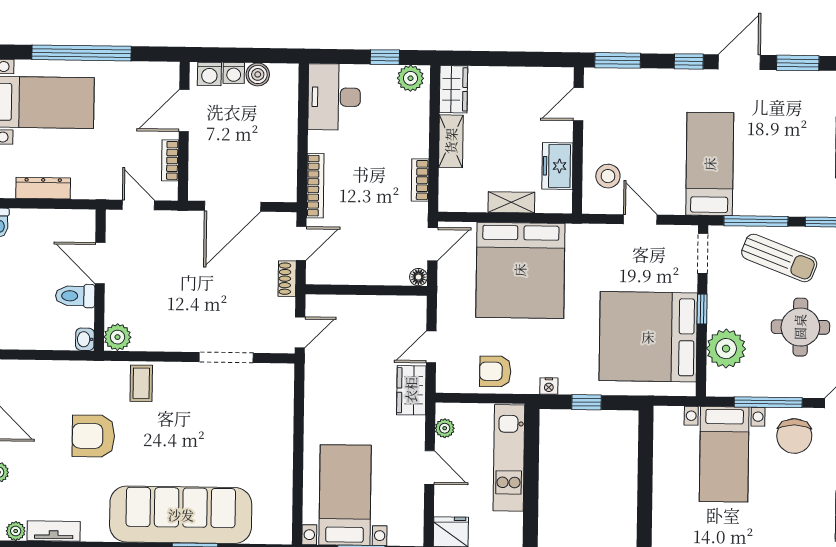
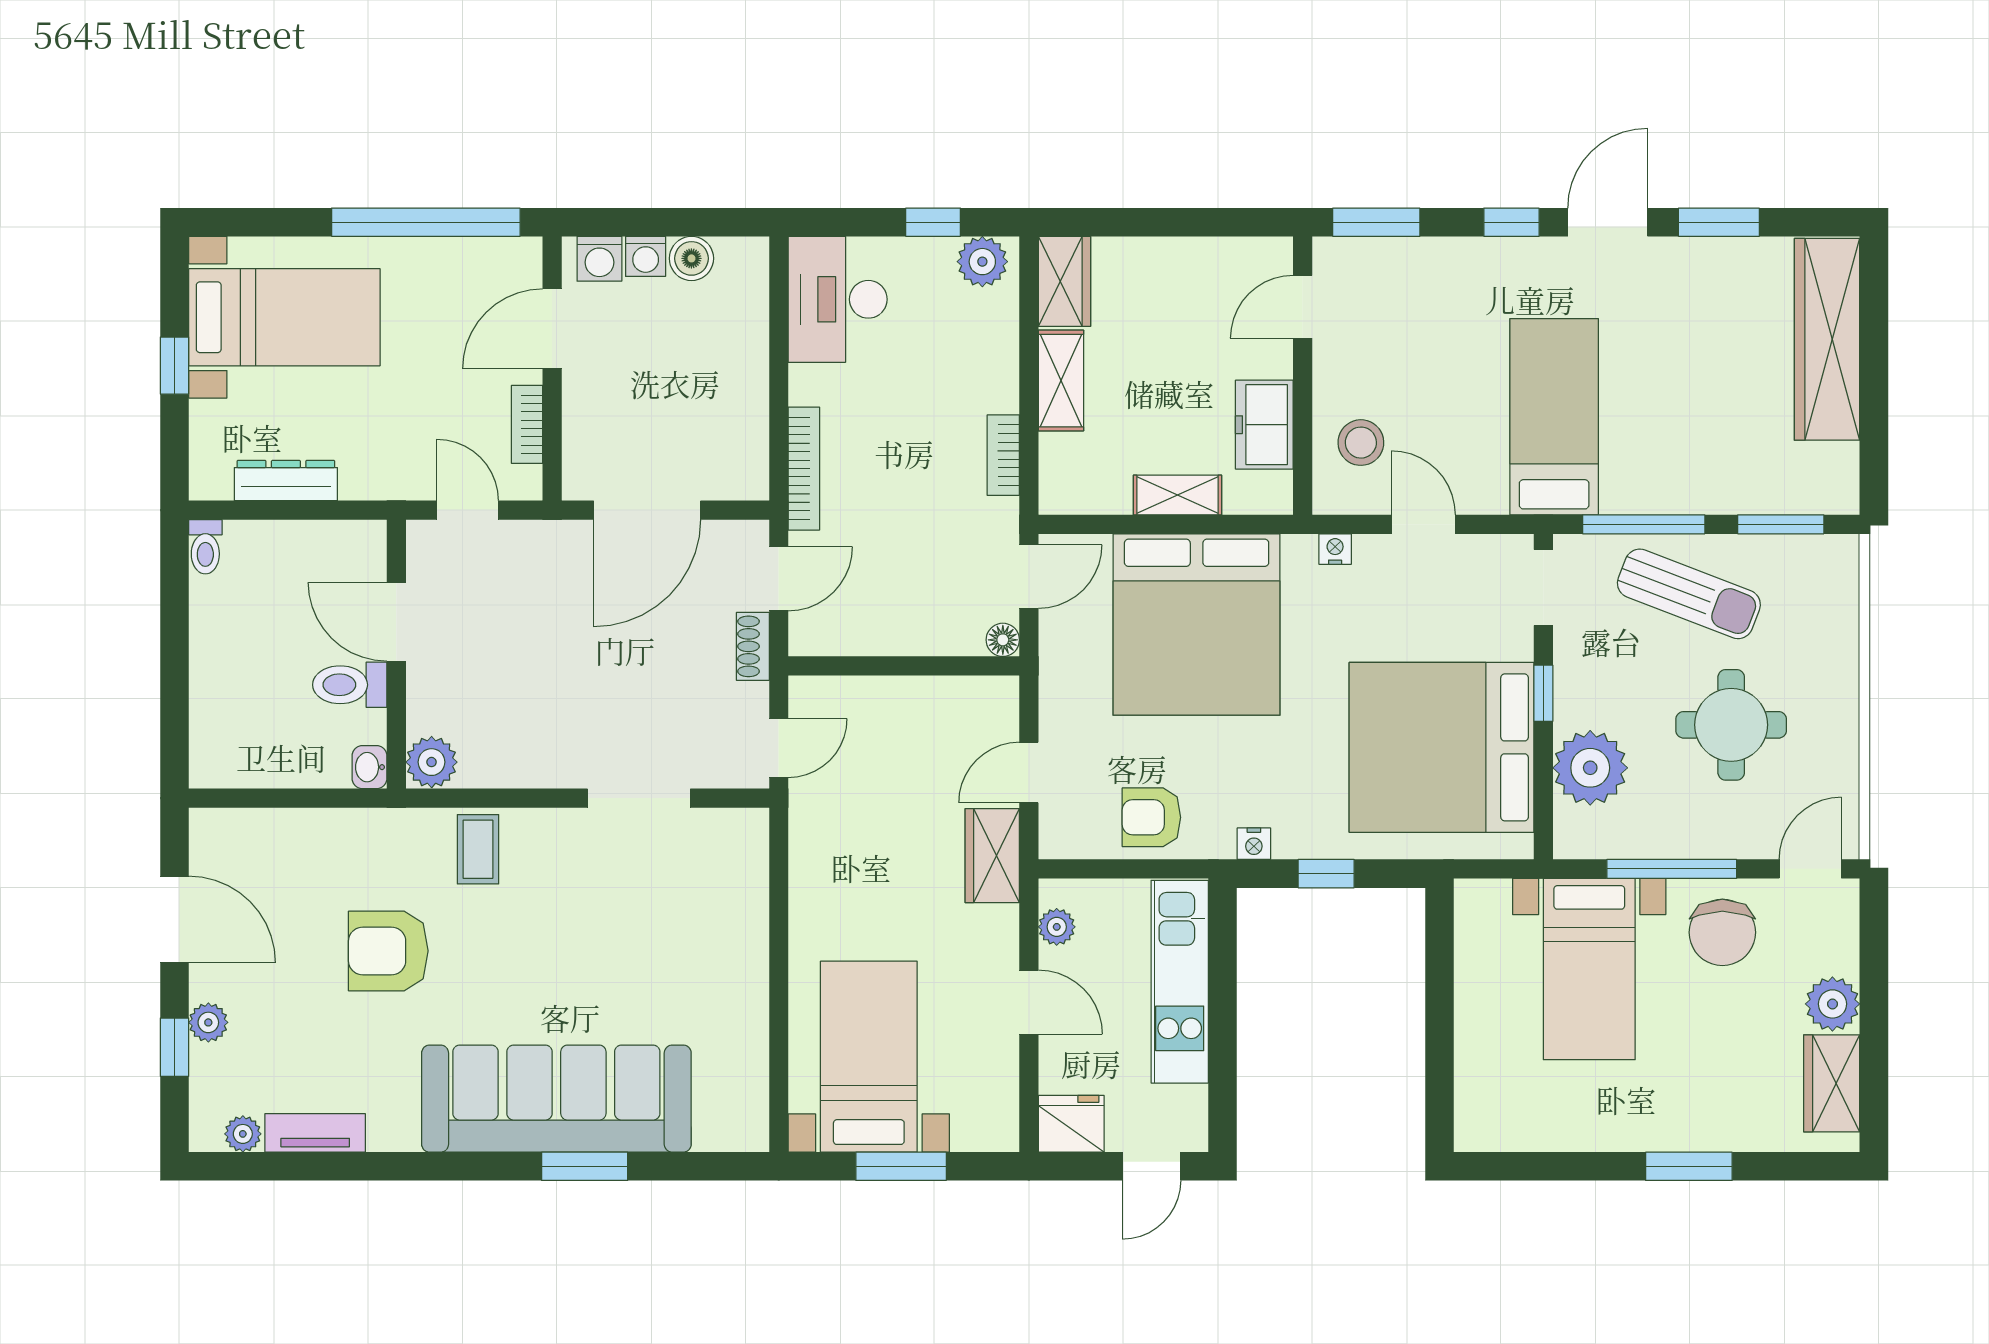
window: (81, 53) -> (426, 222), moved
nightstand: (594, 232) -> (1335, 549), added

